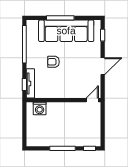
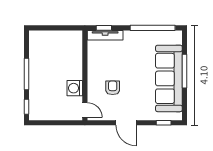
armchair: (53, 62) -> (113, 88), moved
washing machine: (40, 108) -> (75, 88), moved

